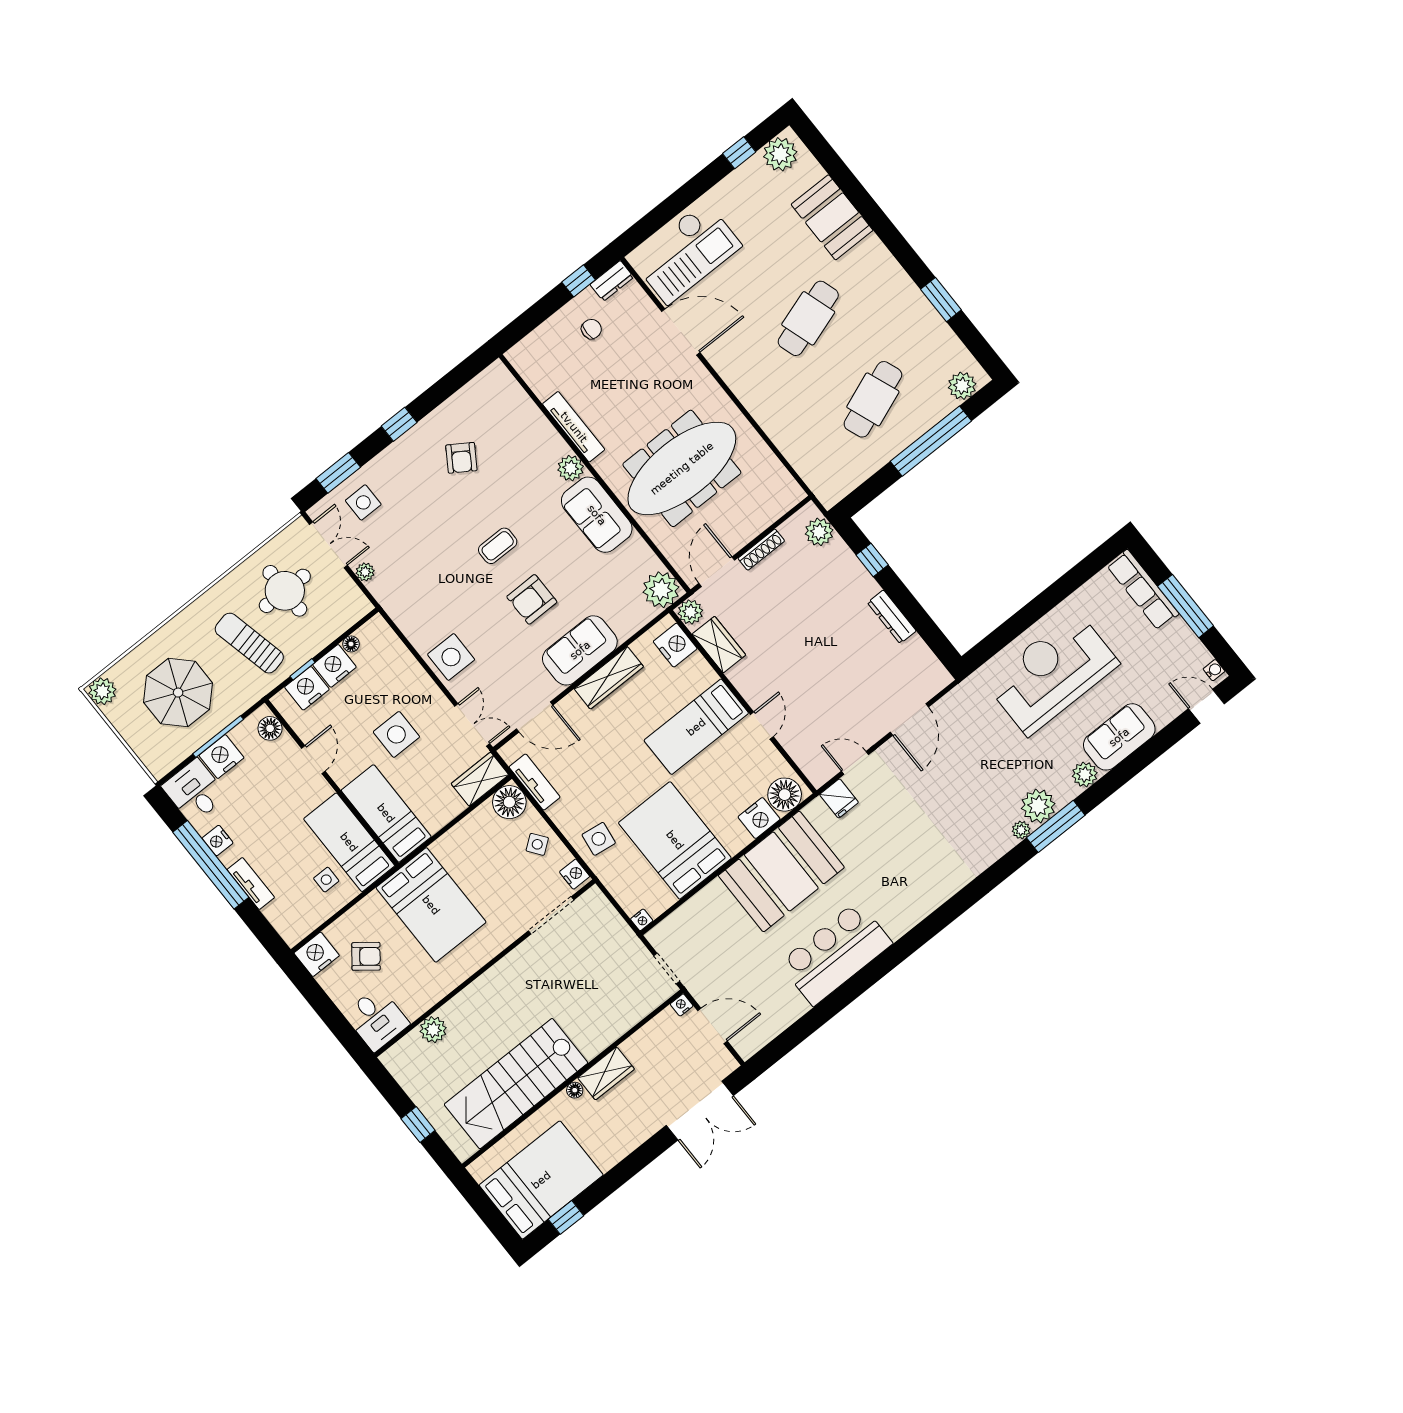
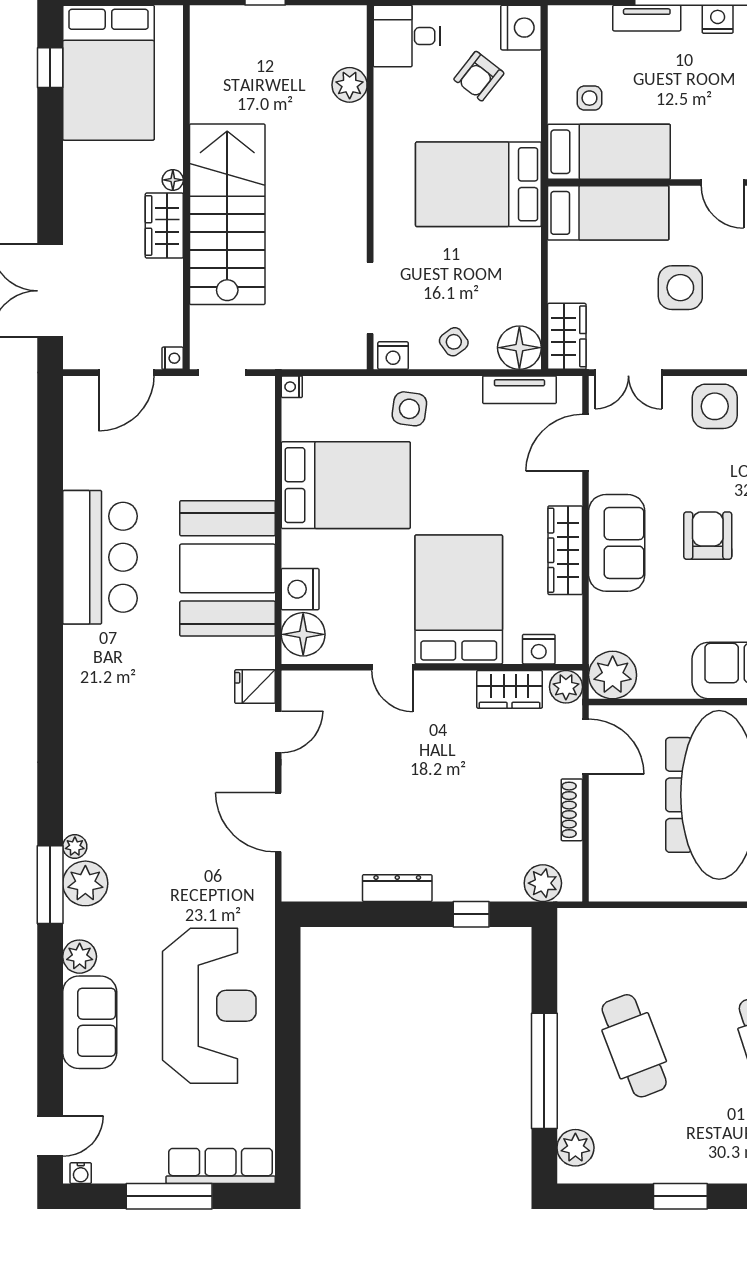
nightstand: (675, 645) -> (539, 649), width x0.74, depth x0.75
bed: (696, 727) -> (459, 599), width x1.50
stairs: (516, 1084) -> (227, 214), moved

